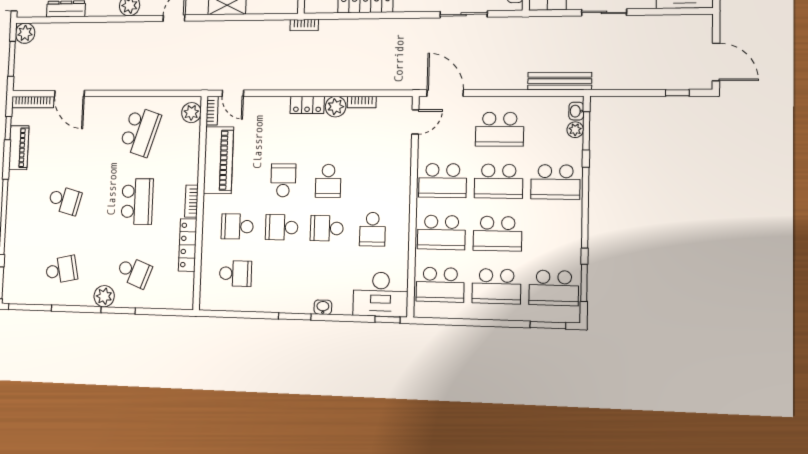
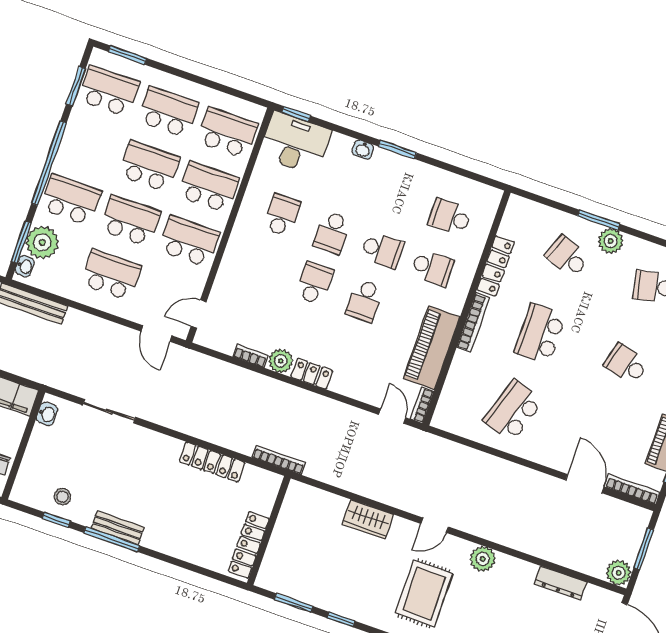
bookcase: (304, 25) -> (279, 460), width x1.56
door: (445, 93) -> (156, 334), width x0.73
plant: (191, 113) -> (447, 411), removed
plant: (575, 130) -> (42, 243), width x1.88, depth x1.88
bookcase: (191, 201) -> (473, 323), width x1.56
school desk: (327, 228) -> (332, 232), turned 90

